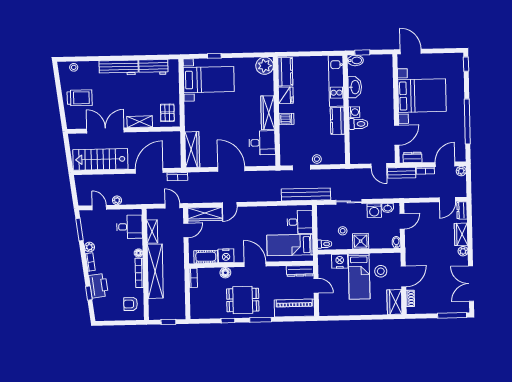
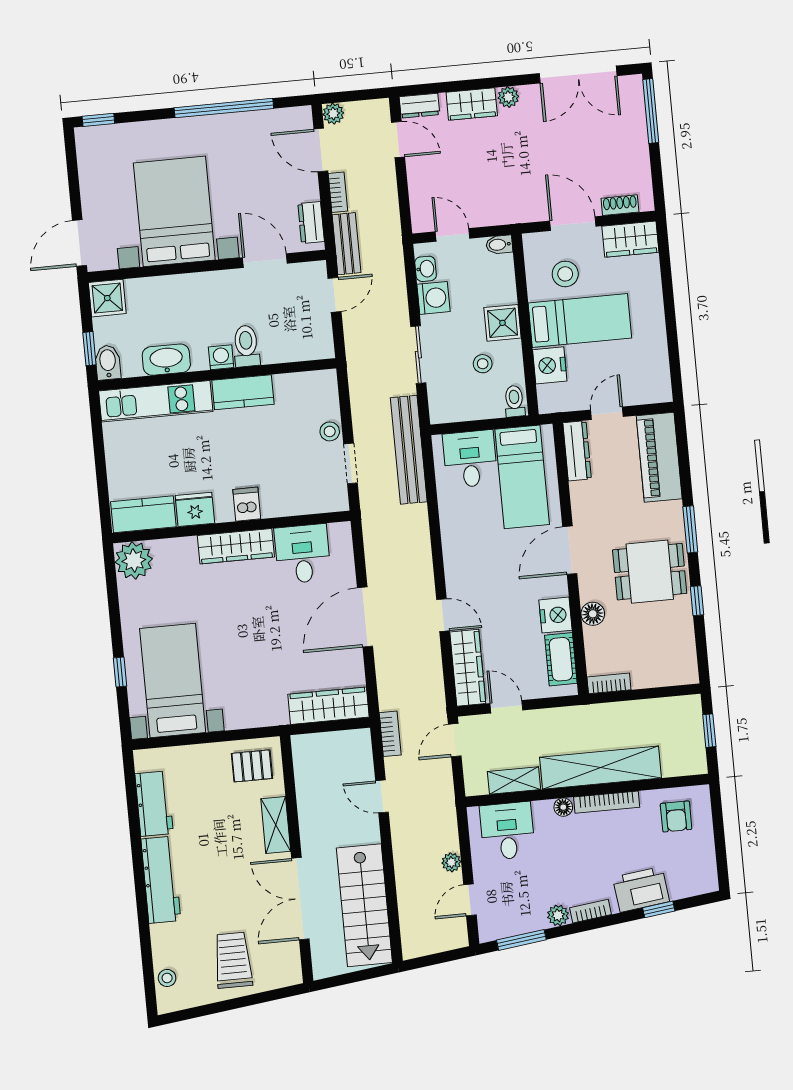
shower: (385, 62) -> (107, 298), added
door: (149, 171) -> (382, 796), width x0.53
dining table: (243, 300) -> (650, 572), turned 90

